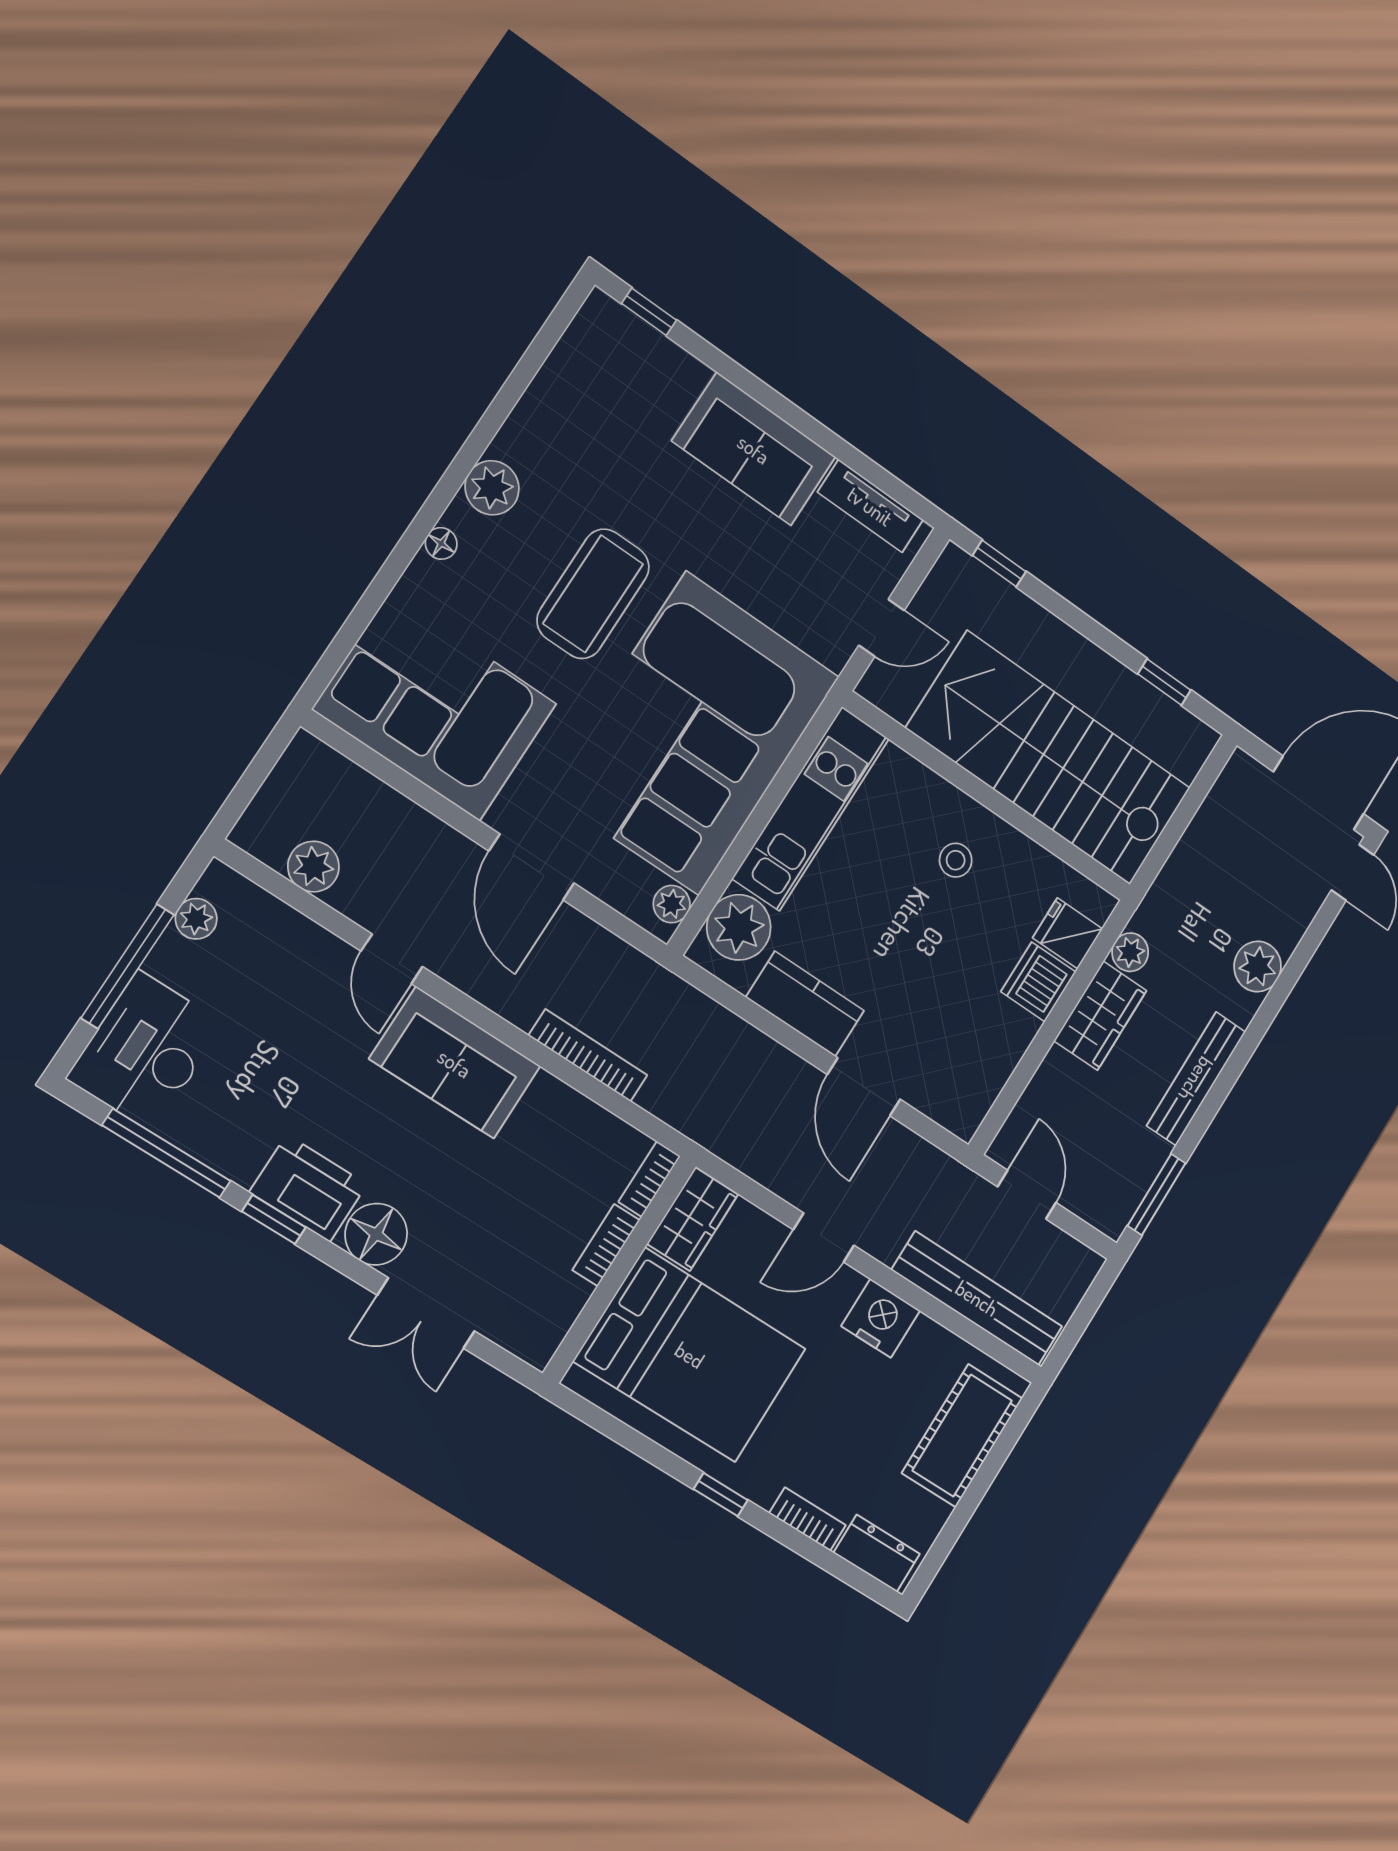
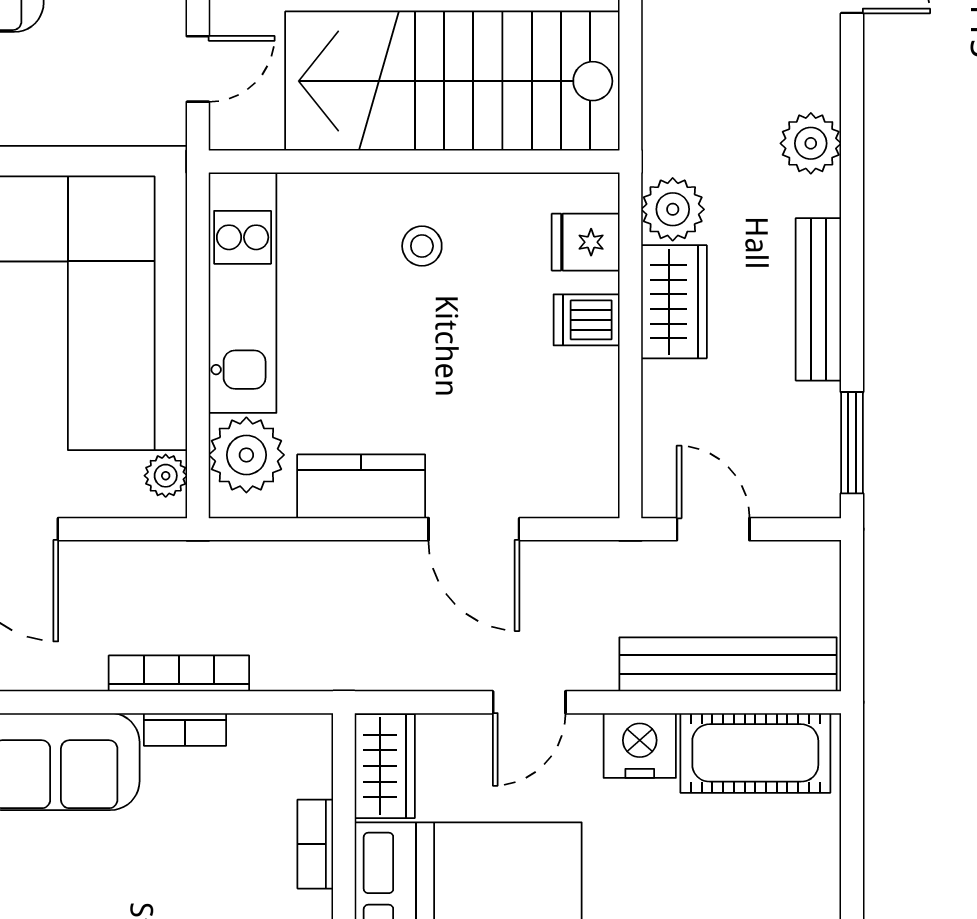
plant: (1130, 952) -> (673, 209), width x1.38, depth x1.38
dishwasher: (1038, 982) -> (587, 320), width x0.73
bookcase: (649, 1179) -> (185, 729), moved, turned -90
cot: (962, 1436) -> (755, 753), moved, turned 90

